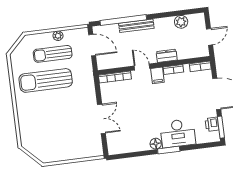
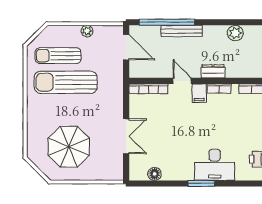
sun lounger: (53, 54) -> (58, 56), moved
parasol: (55, 133) -> (69, 147), added
floor lamp: (156, 144) -> (155, 174), moved

